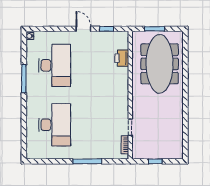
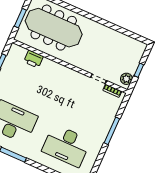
desk: (55, 125) -> (66, 146), turned 180
plant: (142, 153) -> (126, 79), added

